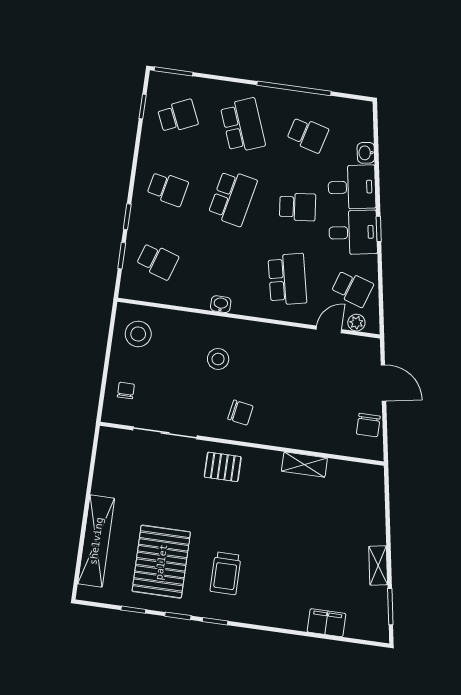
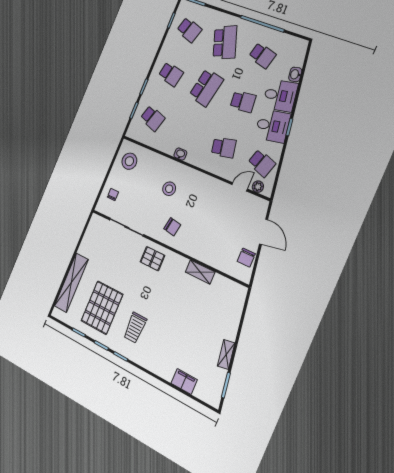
school desk: (178, 116) -> (189, 30), turned 42
school desk: (287, 279) -> (224, 148), width x0.54

